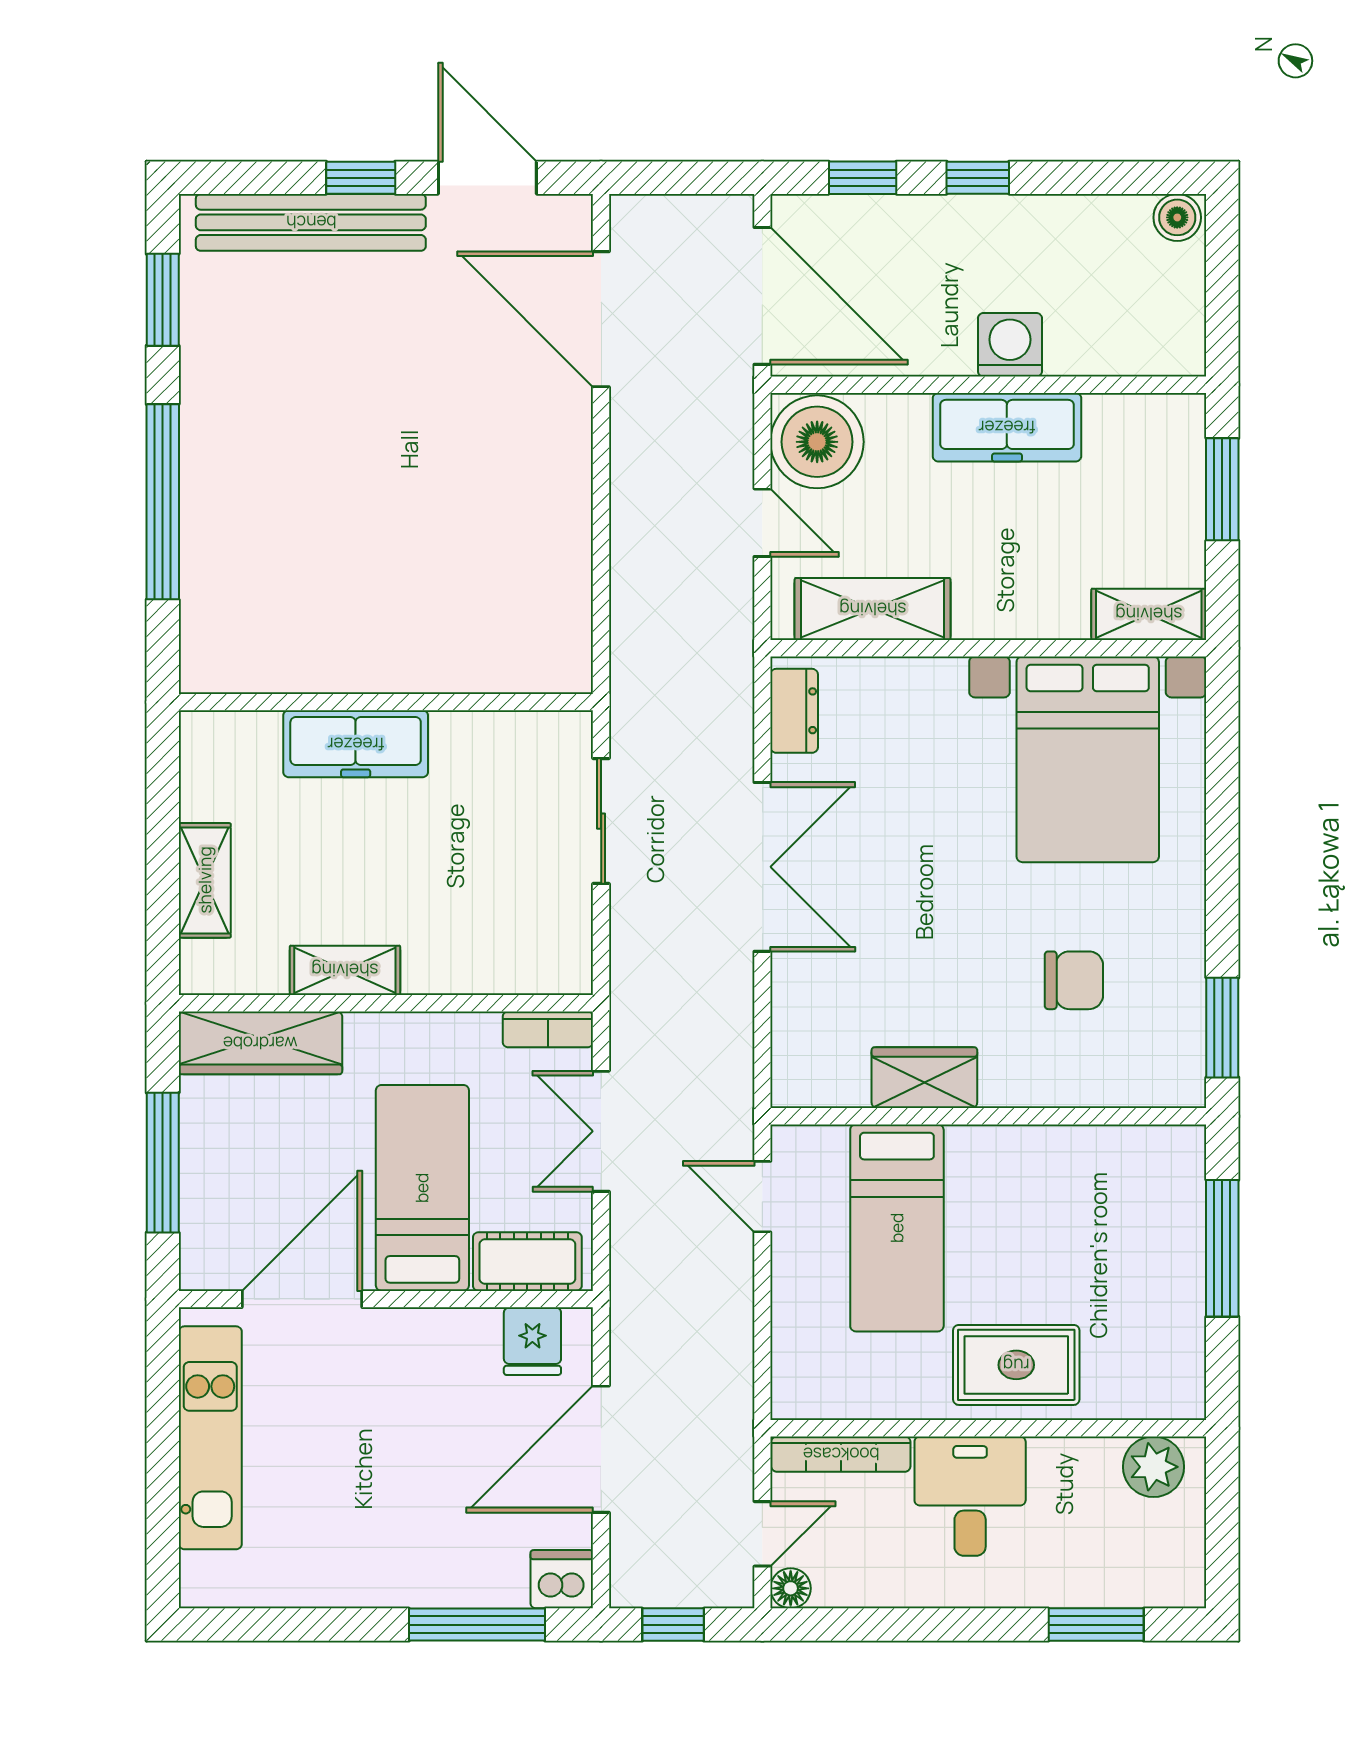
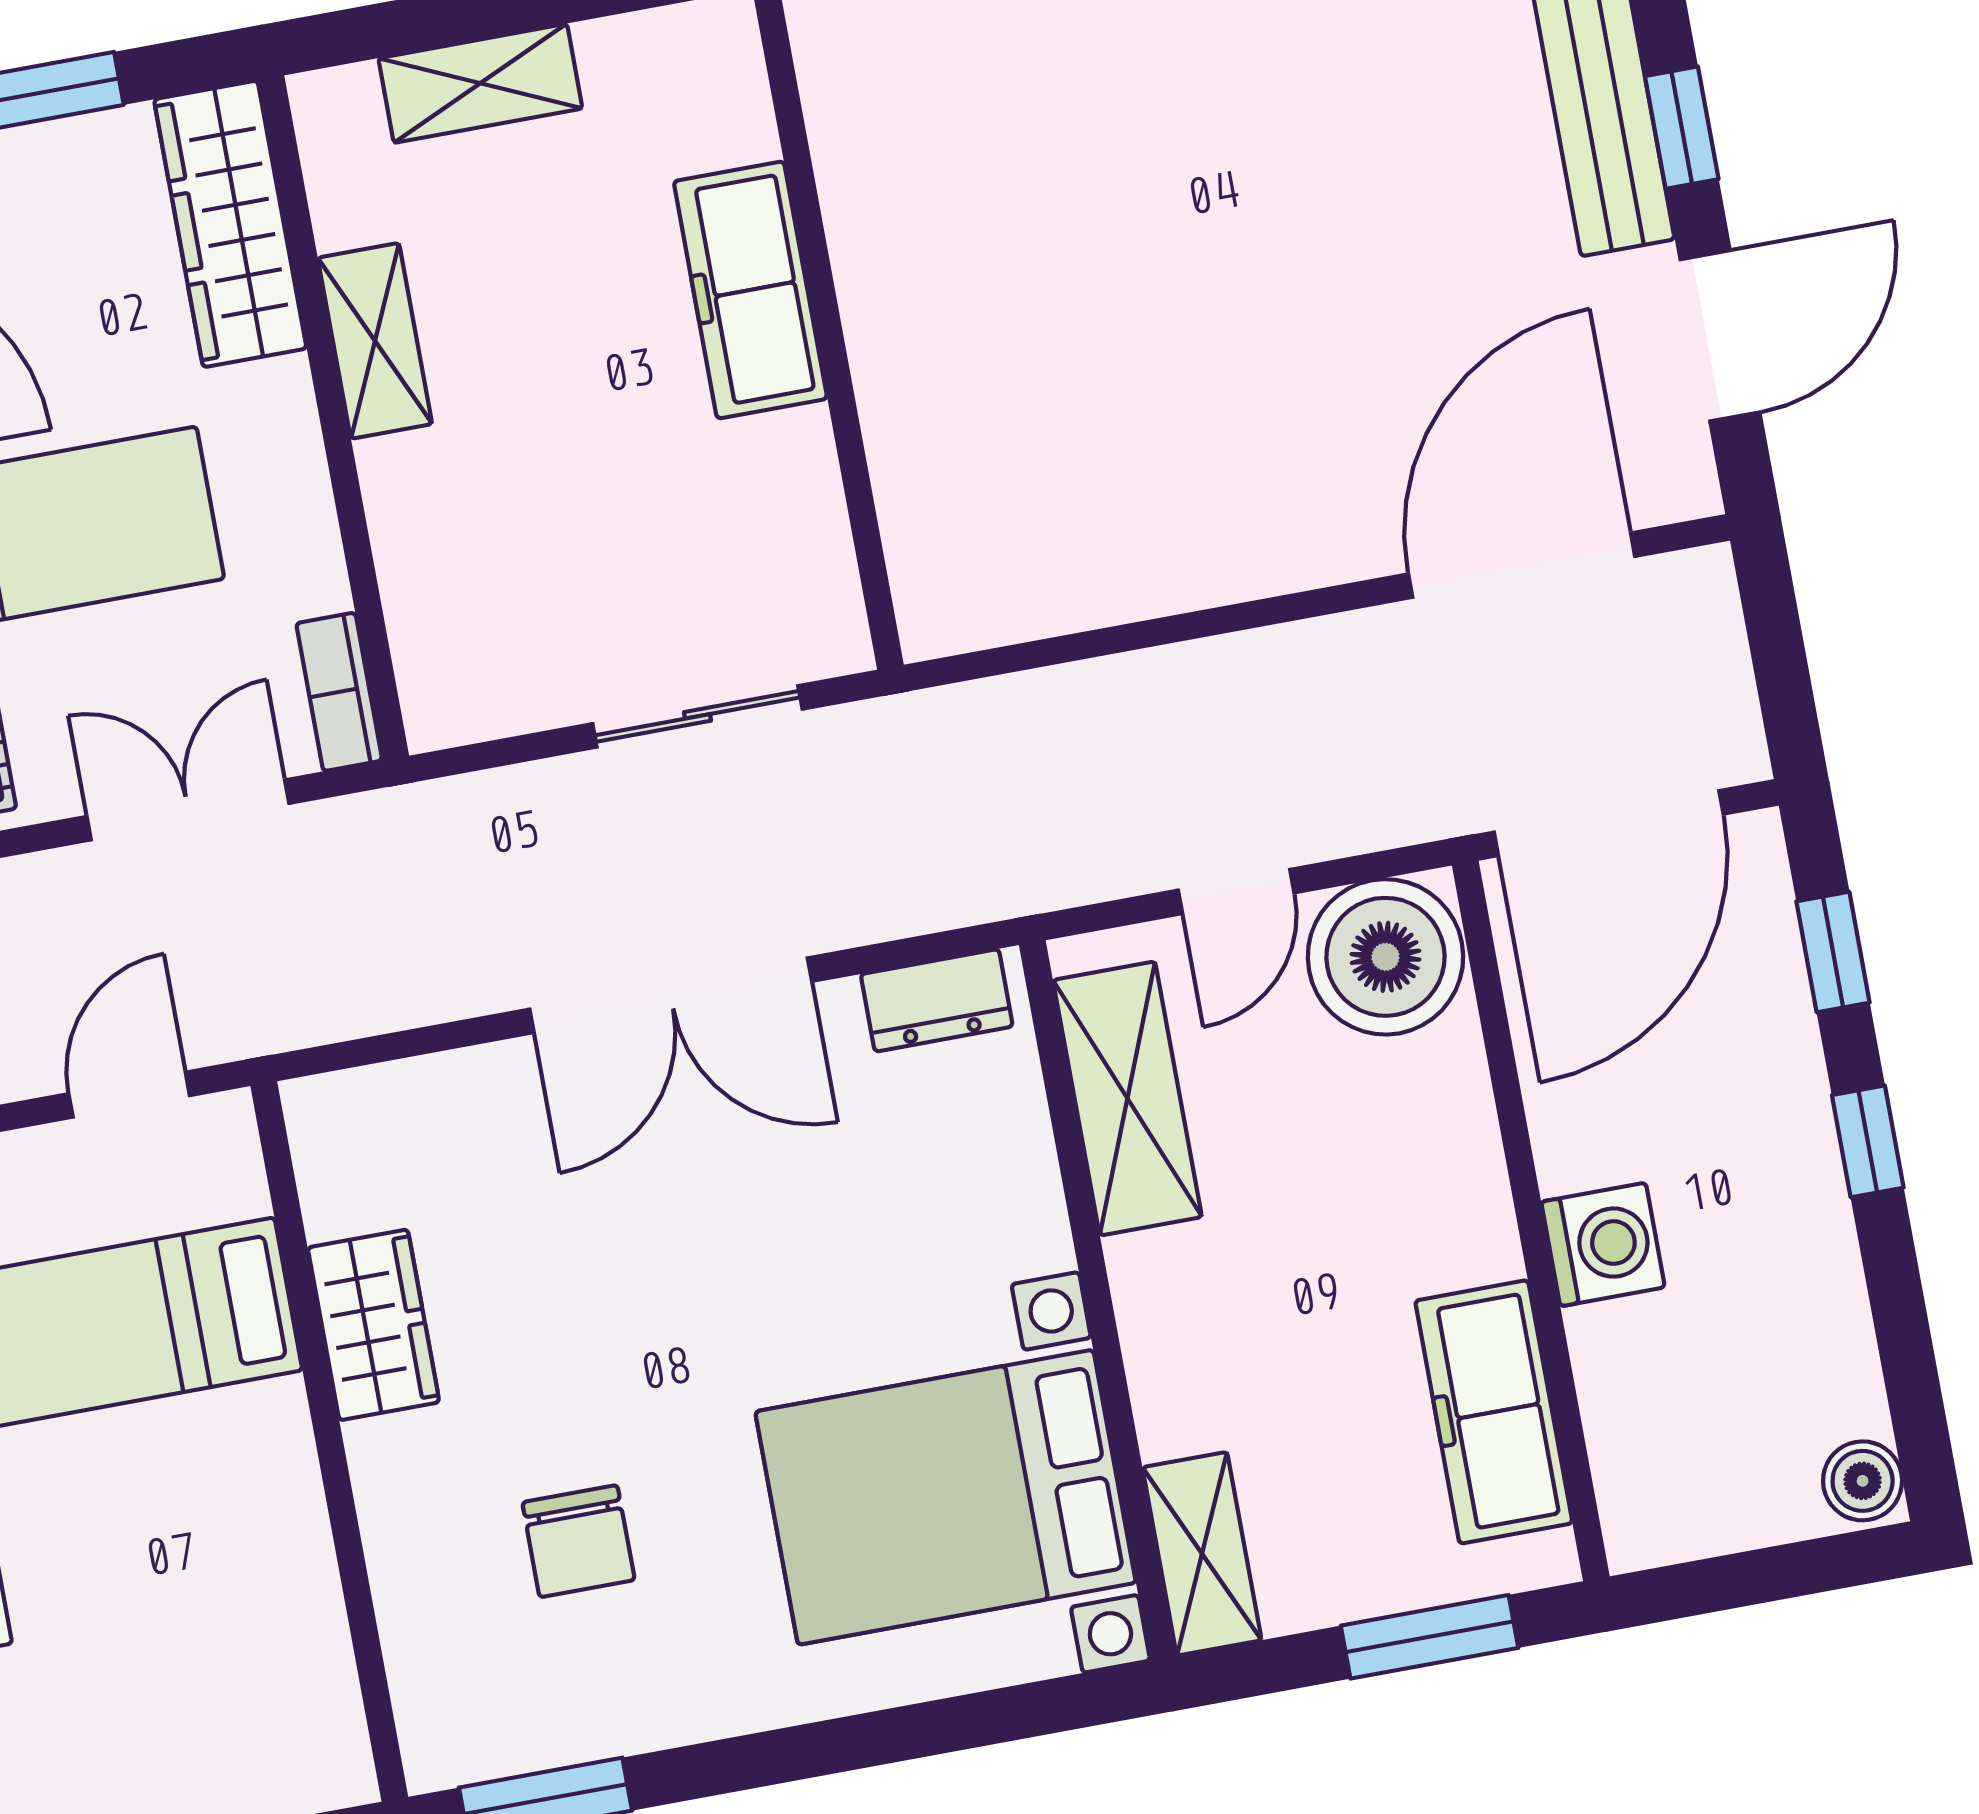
freezer: (1007, 427) -> (1494, 1412), moved

